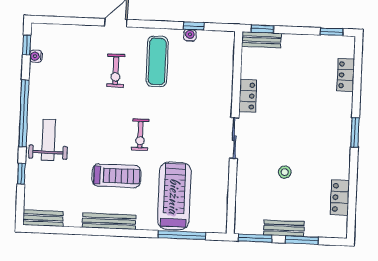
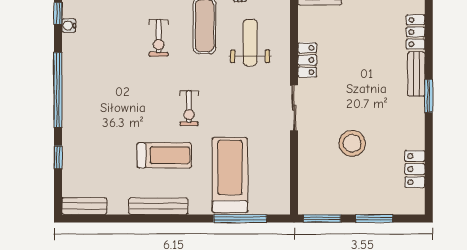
weight bench: (48, 140) -> (250, 42), moved
stool: (285, 172) -> (352, 143), width x1.89, depth x1.89
bench: (284, 228) -> (416, 74), moved, turned 90

